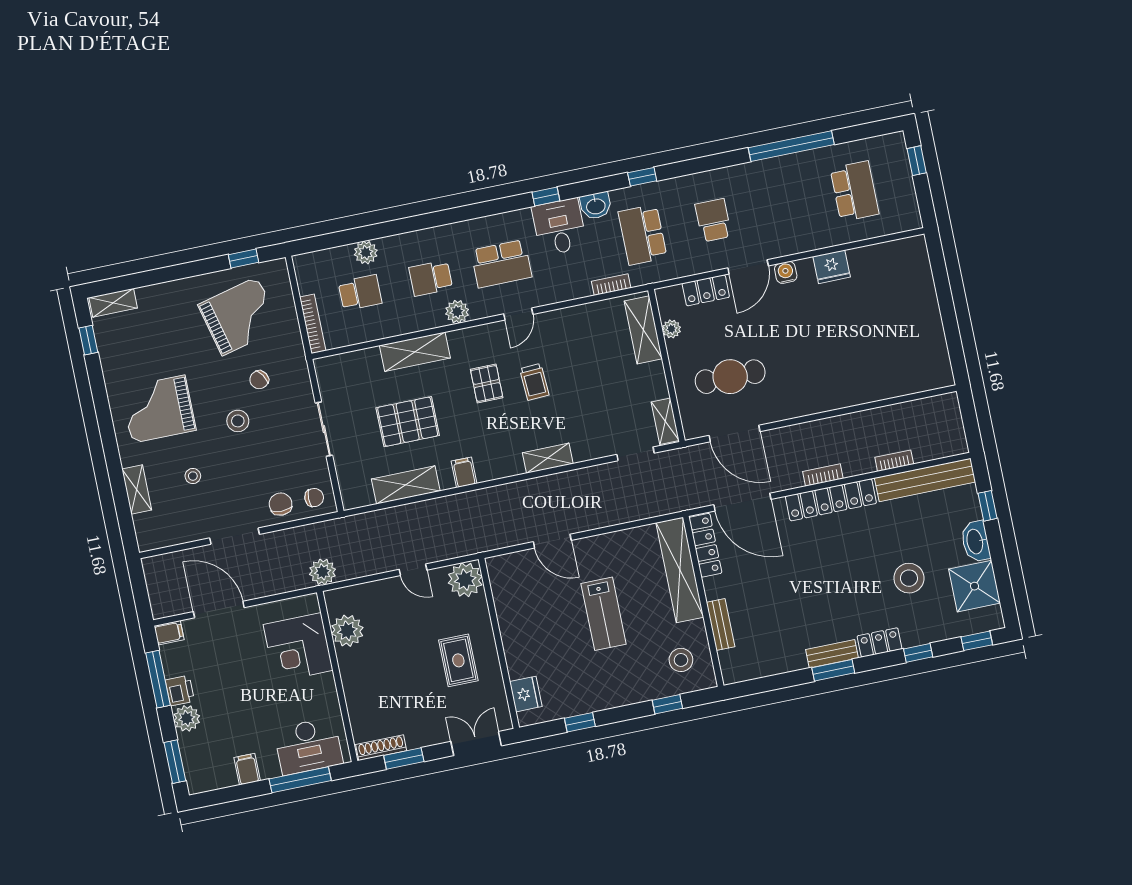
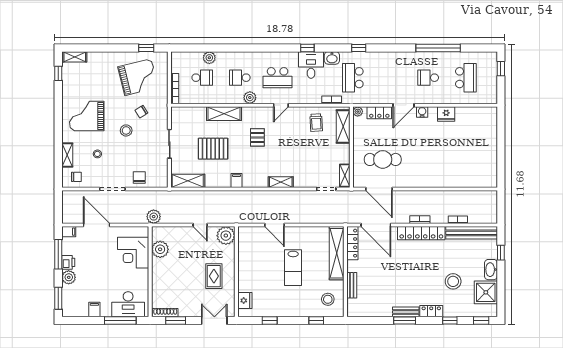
school desk: (713, 220) -> (428, 78), moved, turned -90
plant: (671, 329) -> (358, 112), moved
trolley: (534, 382) -> (316, 123), moved
shelving: (406, 485) -> (188, 181), moved
chair: (314, 498) -> (76, 177), moved

